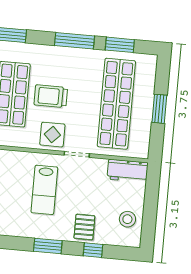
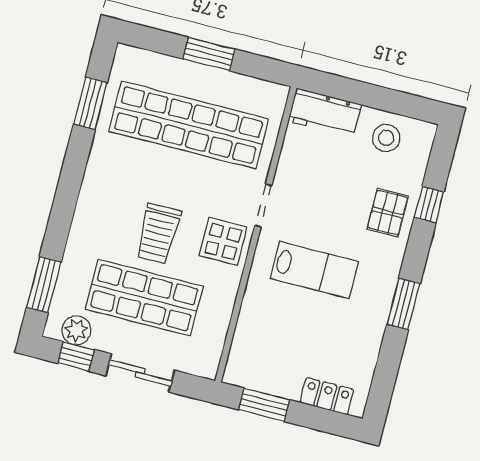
window: (75, 41) -> (71, 178), removed
workbench: (128, 171) -> (325, 113), moved, turned 90
pallet: (84, 227) -> (388, 213), turned 90
window: (48, 246) -> (403, 304), moved

